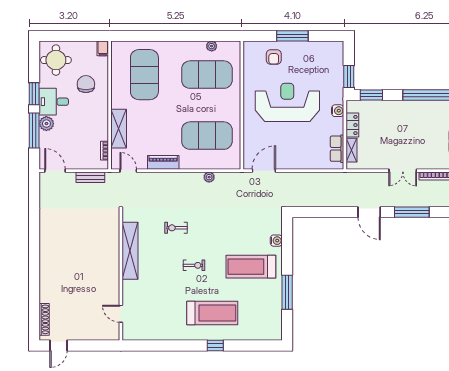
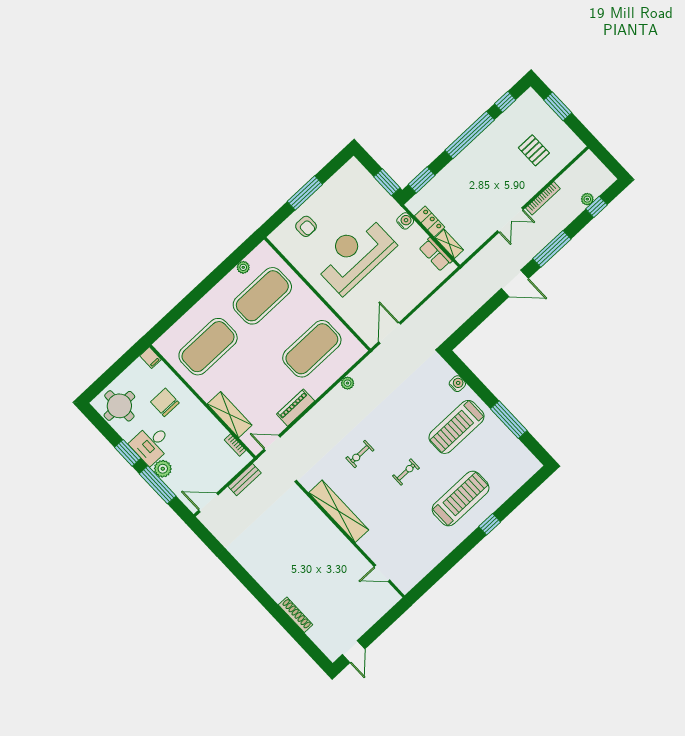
exercise mat: (144, 75) -> (208, 347), turned 90
shoe rack: (44, 319) -> (296, 615), moved

